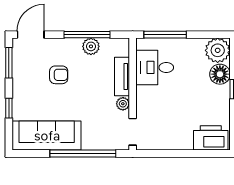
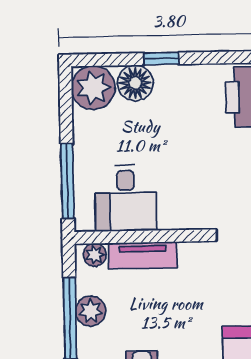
plant: (123, 104) -> (95, 255), moved

